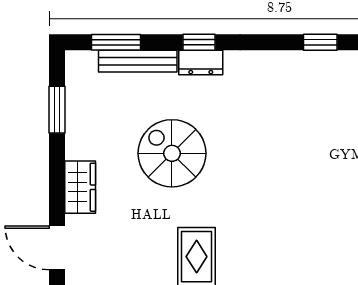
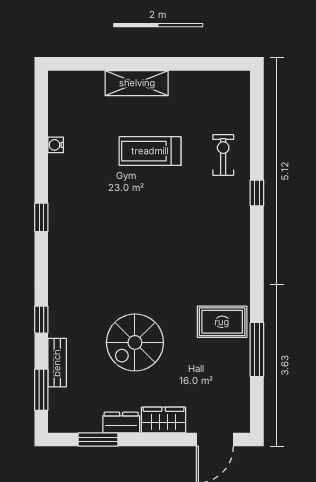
bench: (138, 61) -> (57, 363), width x0.73
dresser: (201, 62) -> (121, 422), moved, turned -90

